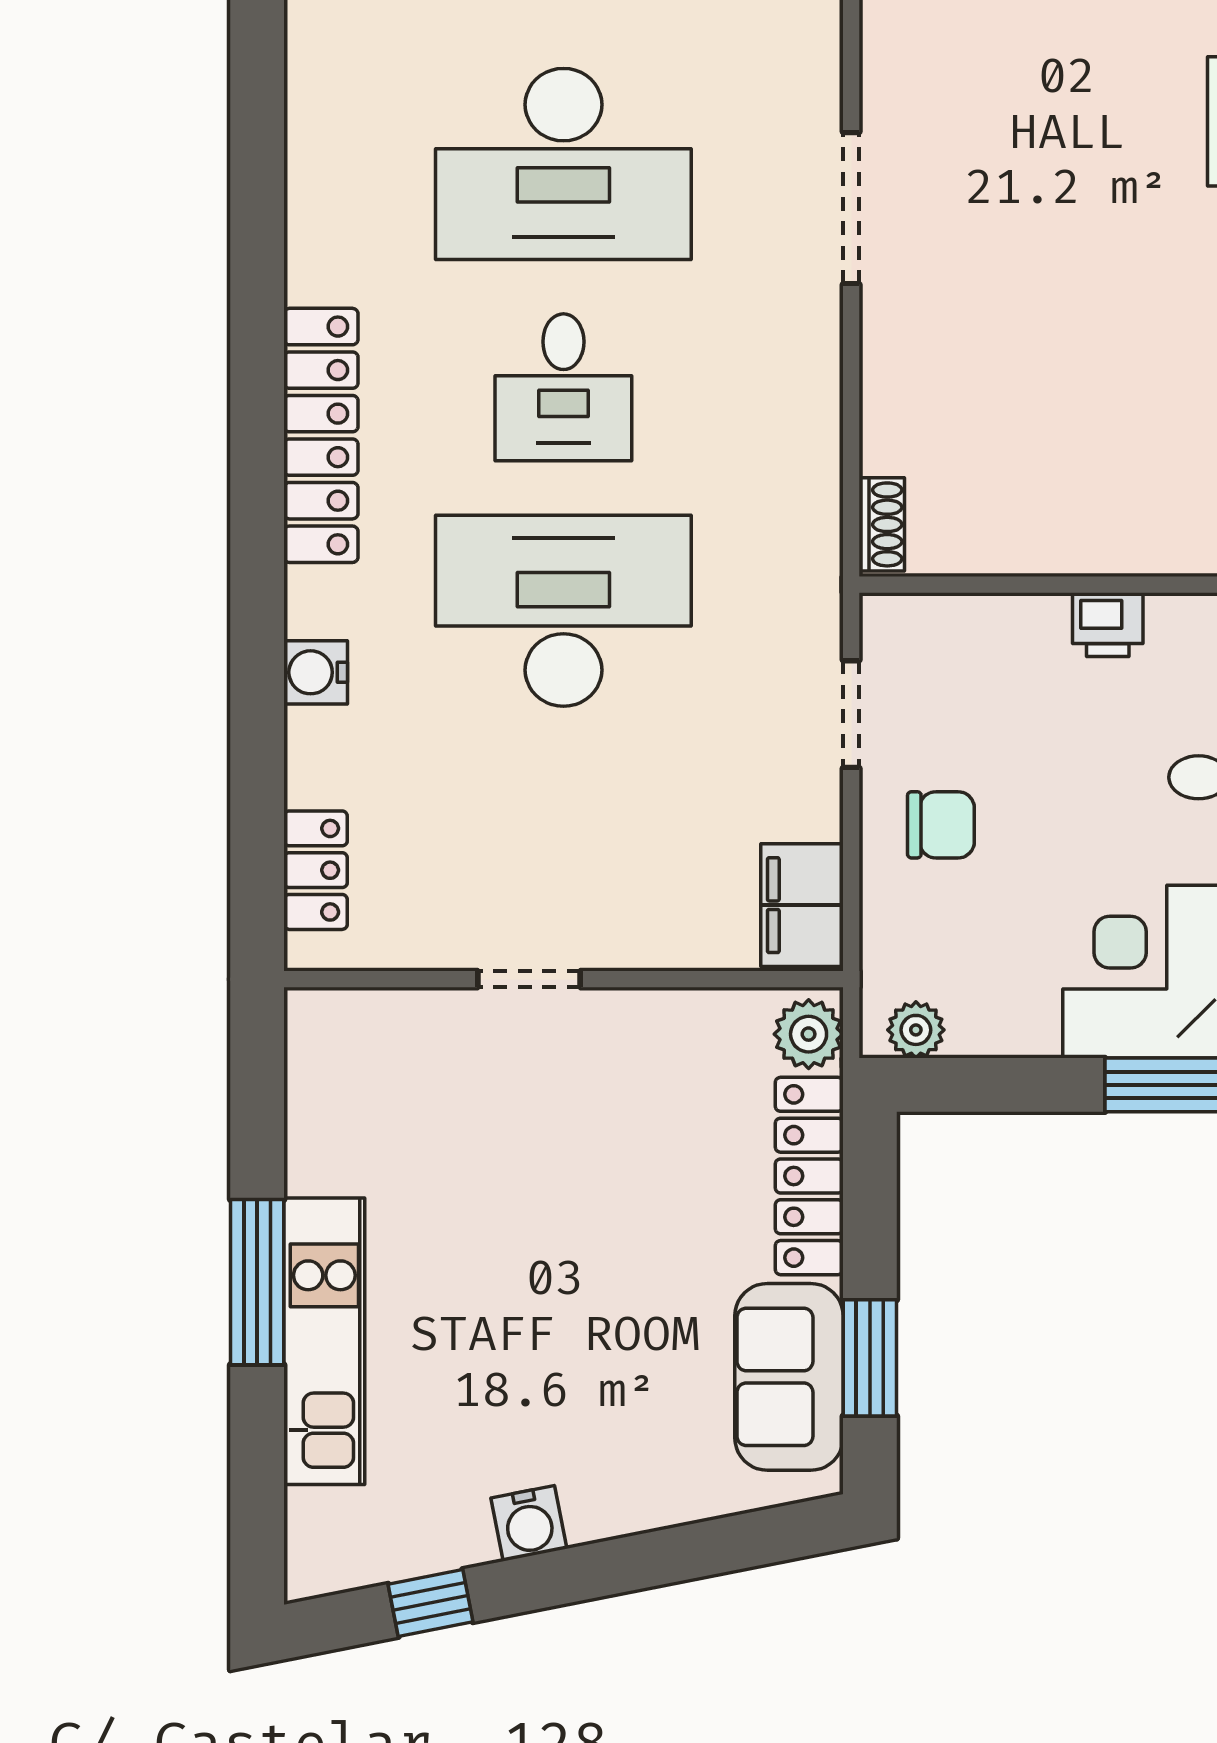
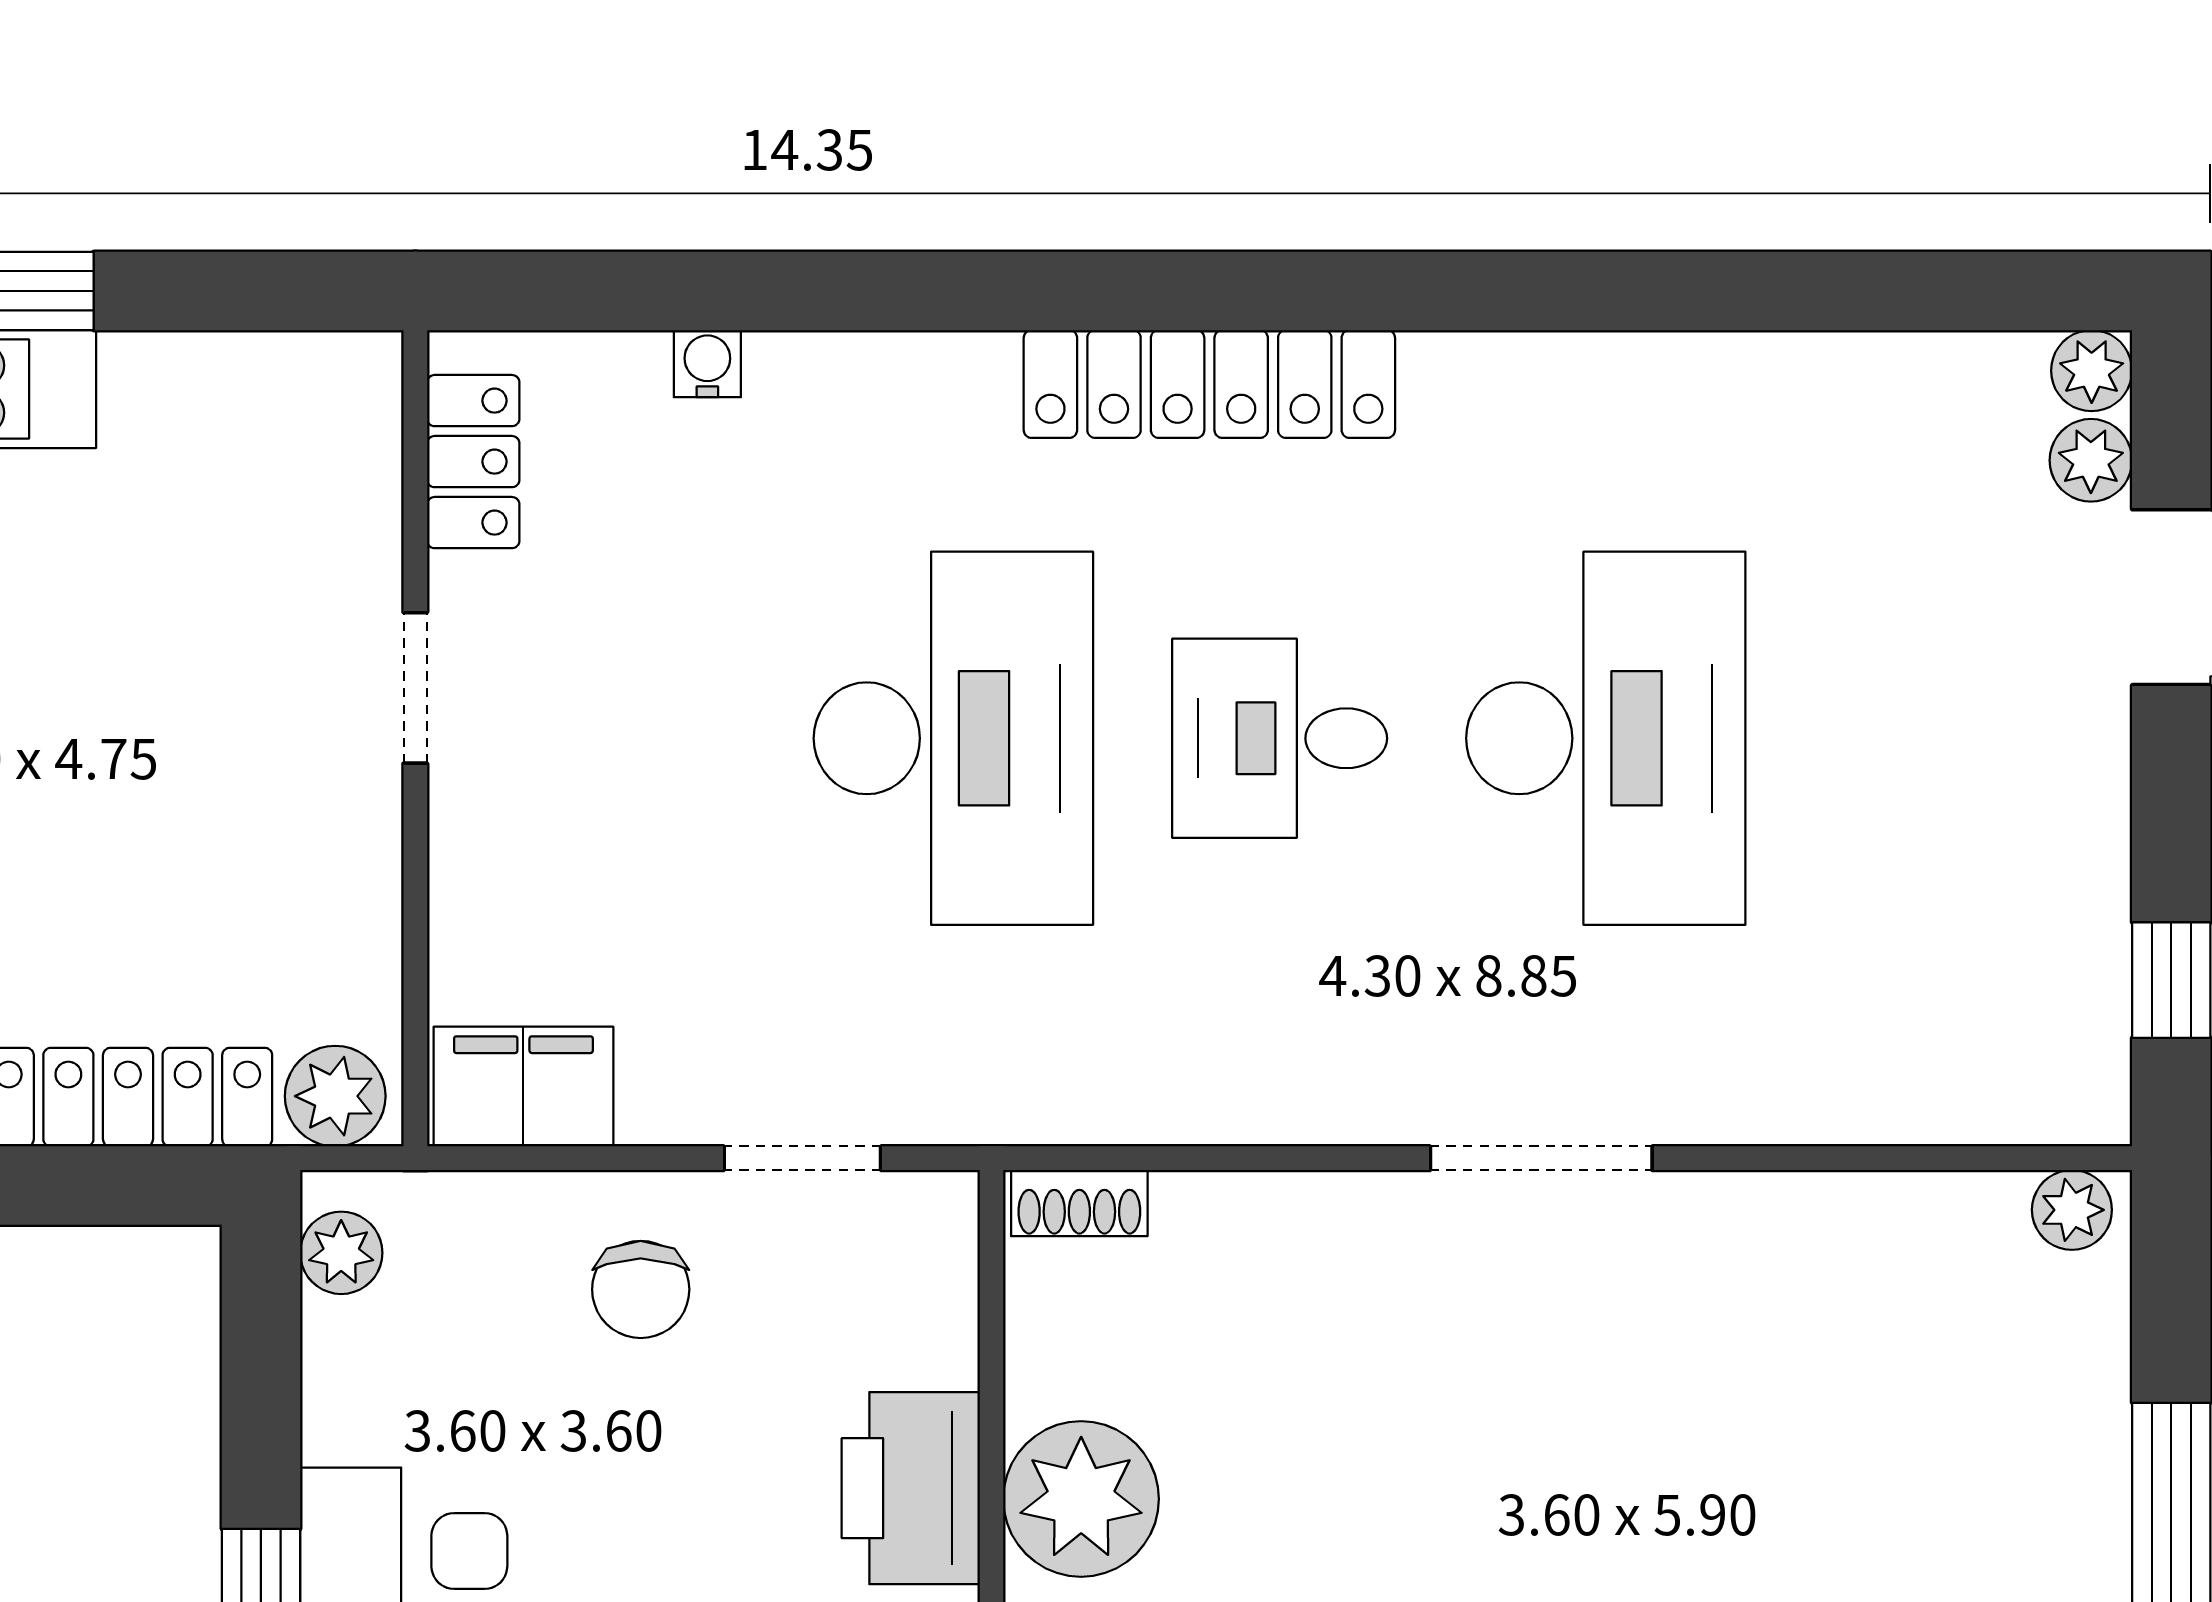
desk: (563, 164) -> (1606, 738), turned 180
plant: (1084, 523) -> (1081, 1499), added
printer: (1108, 625) -> (911, 1488), width x1.87, depth x1.48
water cooler: (316, 672) -> (707, 364), moved, width x0.72, depth x0.72
locker: (316, 870) -> (473, 462), moved, turned -90

